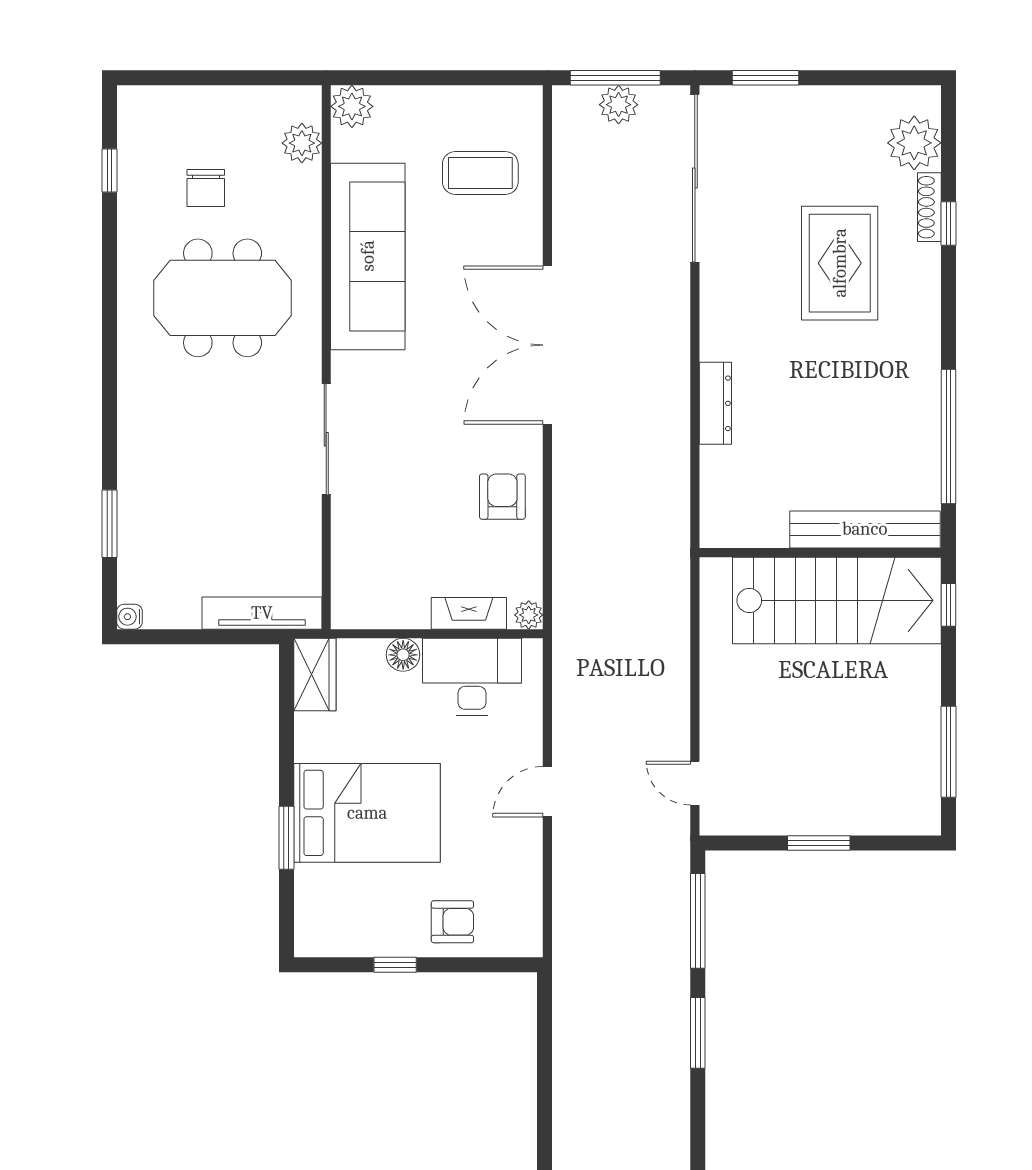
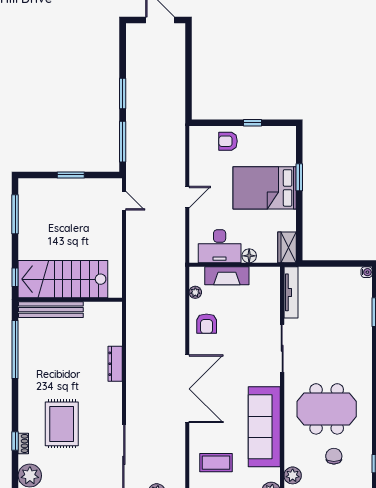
shoe rack: (929, 207) -> (23, 443), width x0.70
tv unit: (262, 613) -> (291, 292), moved, turned -90
fireplace: (469, 613) -> (227, 276), width x1.37, depth x1.32
plant: (529, 615) -> (195, 292), moved

